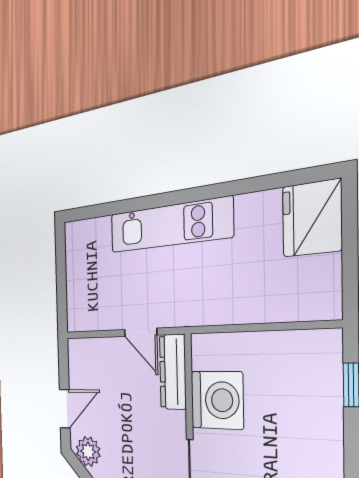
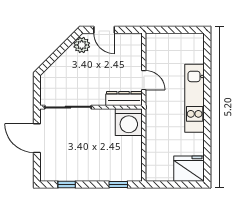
door: (141, 332) -> (144, 80), swing flipped
washing machine: (217, 400) -> (129, 122), moved

